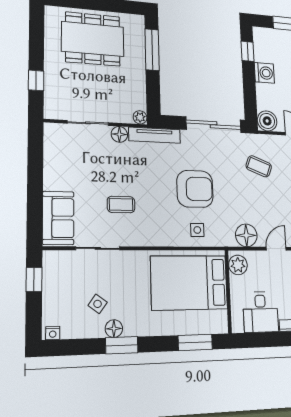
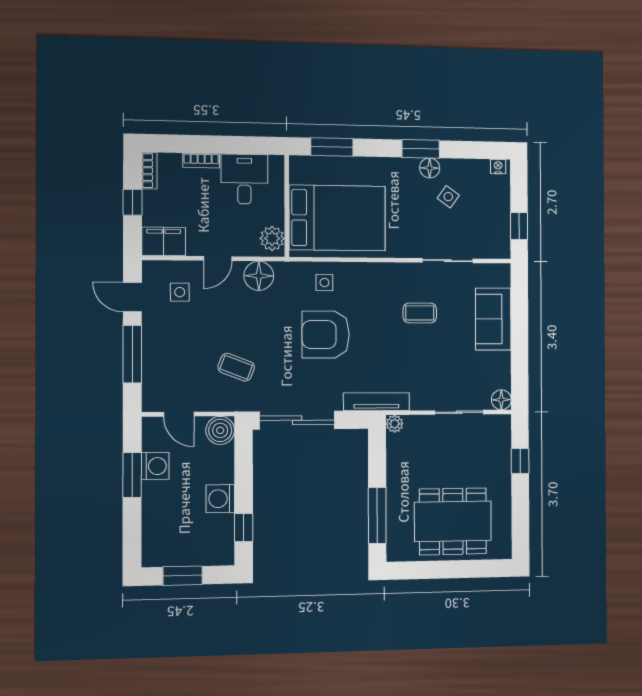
floor lamp: (119, 134) -> (501, 400), moved
sofa: (58, 218) -> (493, 319), moved

